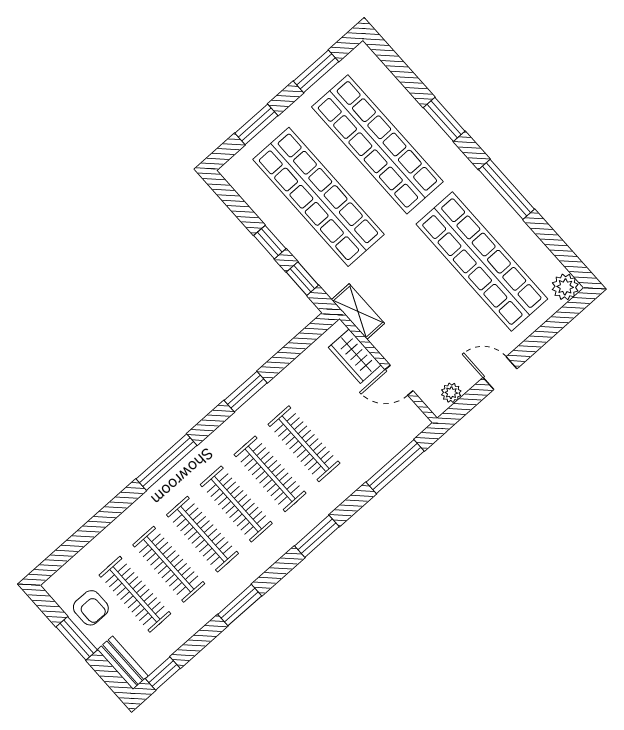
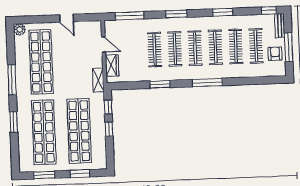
plant: (451, 393) -> (89, 25), removed
window: (77, 638) -> (289, 47), width x1.44

